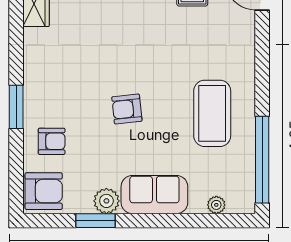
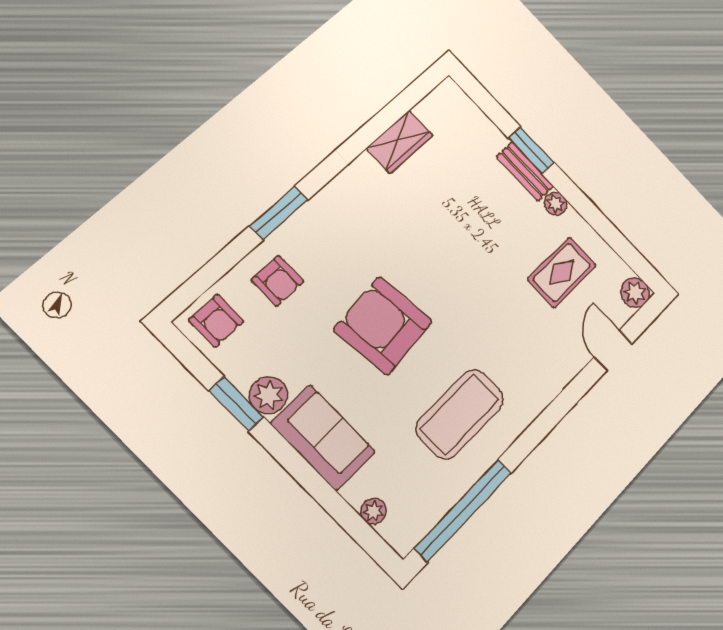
armchair: (127, 109) -> (383, 326), width x1.88, depth x1.88
armchair: (44, 191) -> (216, 321), width x0.72, depth x0.72

